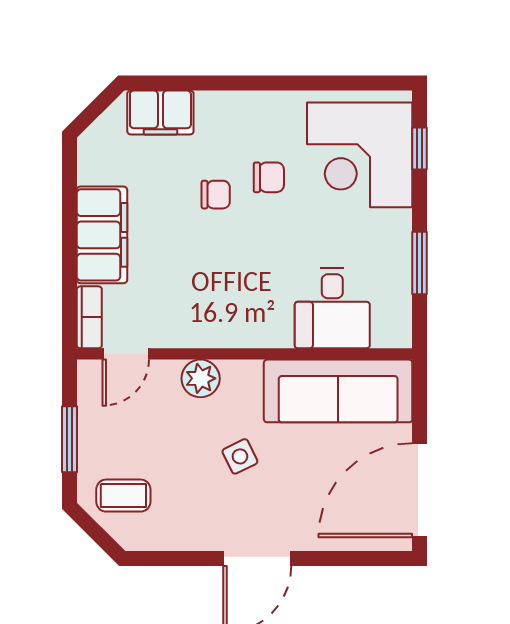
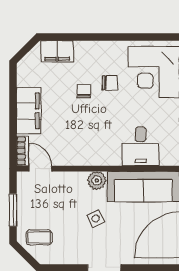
chair: (216, 195) -> (84, 91), turned -90
door: (126, 354) -> (40, 169), swing flipped
plant: (201, 378) -> (97, 181), moved

